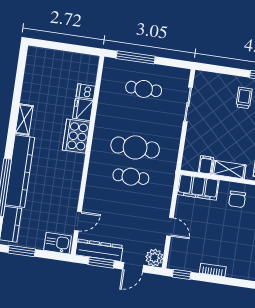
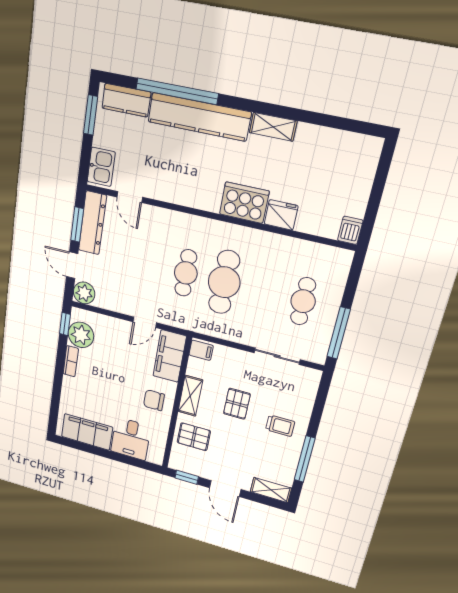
window: (136, 57) -> (339, 333), moved
dishwasher: (86, 92) -> (350, 230), moved
pallet: (231, 132) -> (237, 404), added
filing cabinet: (206, 165) -> (201, 350), moved
door: (170, 227) -> (145, 322), moved
plant: (189, 261) -> (81, 335), added

